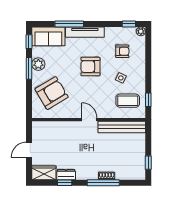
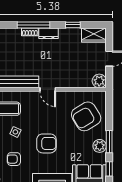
plant: (39, 128) -> (99, 81), added
dresser: (66, 175) -> (49, 33), moved

